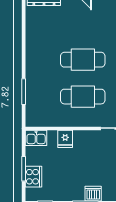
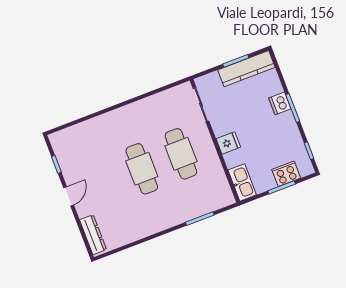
kitchen sink: (36, 138) -> (242, 182), width x1.38
fridge: (65, 139) -> (228, 143), moved

